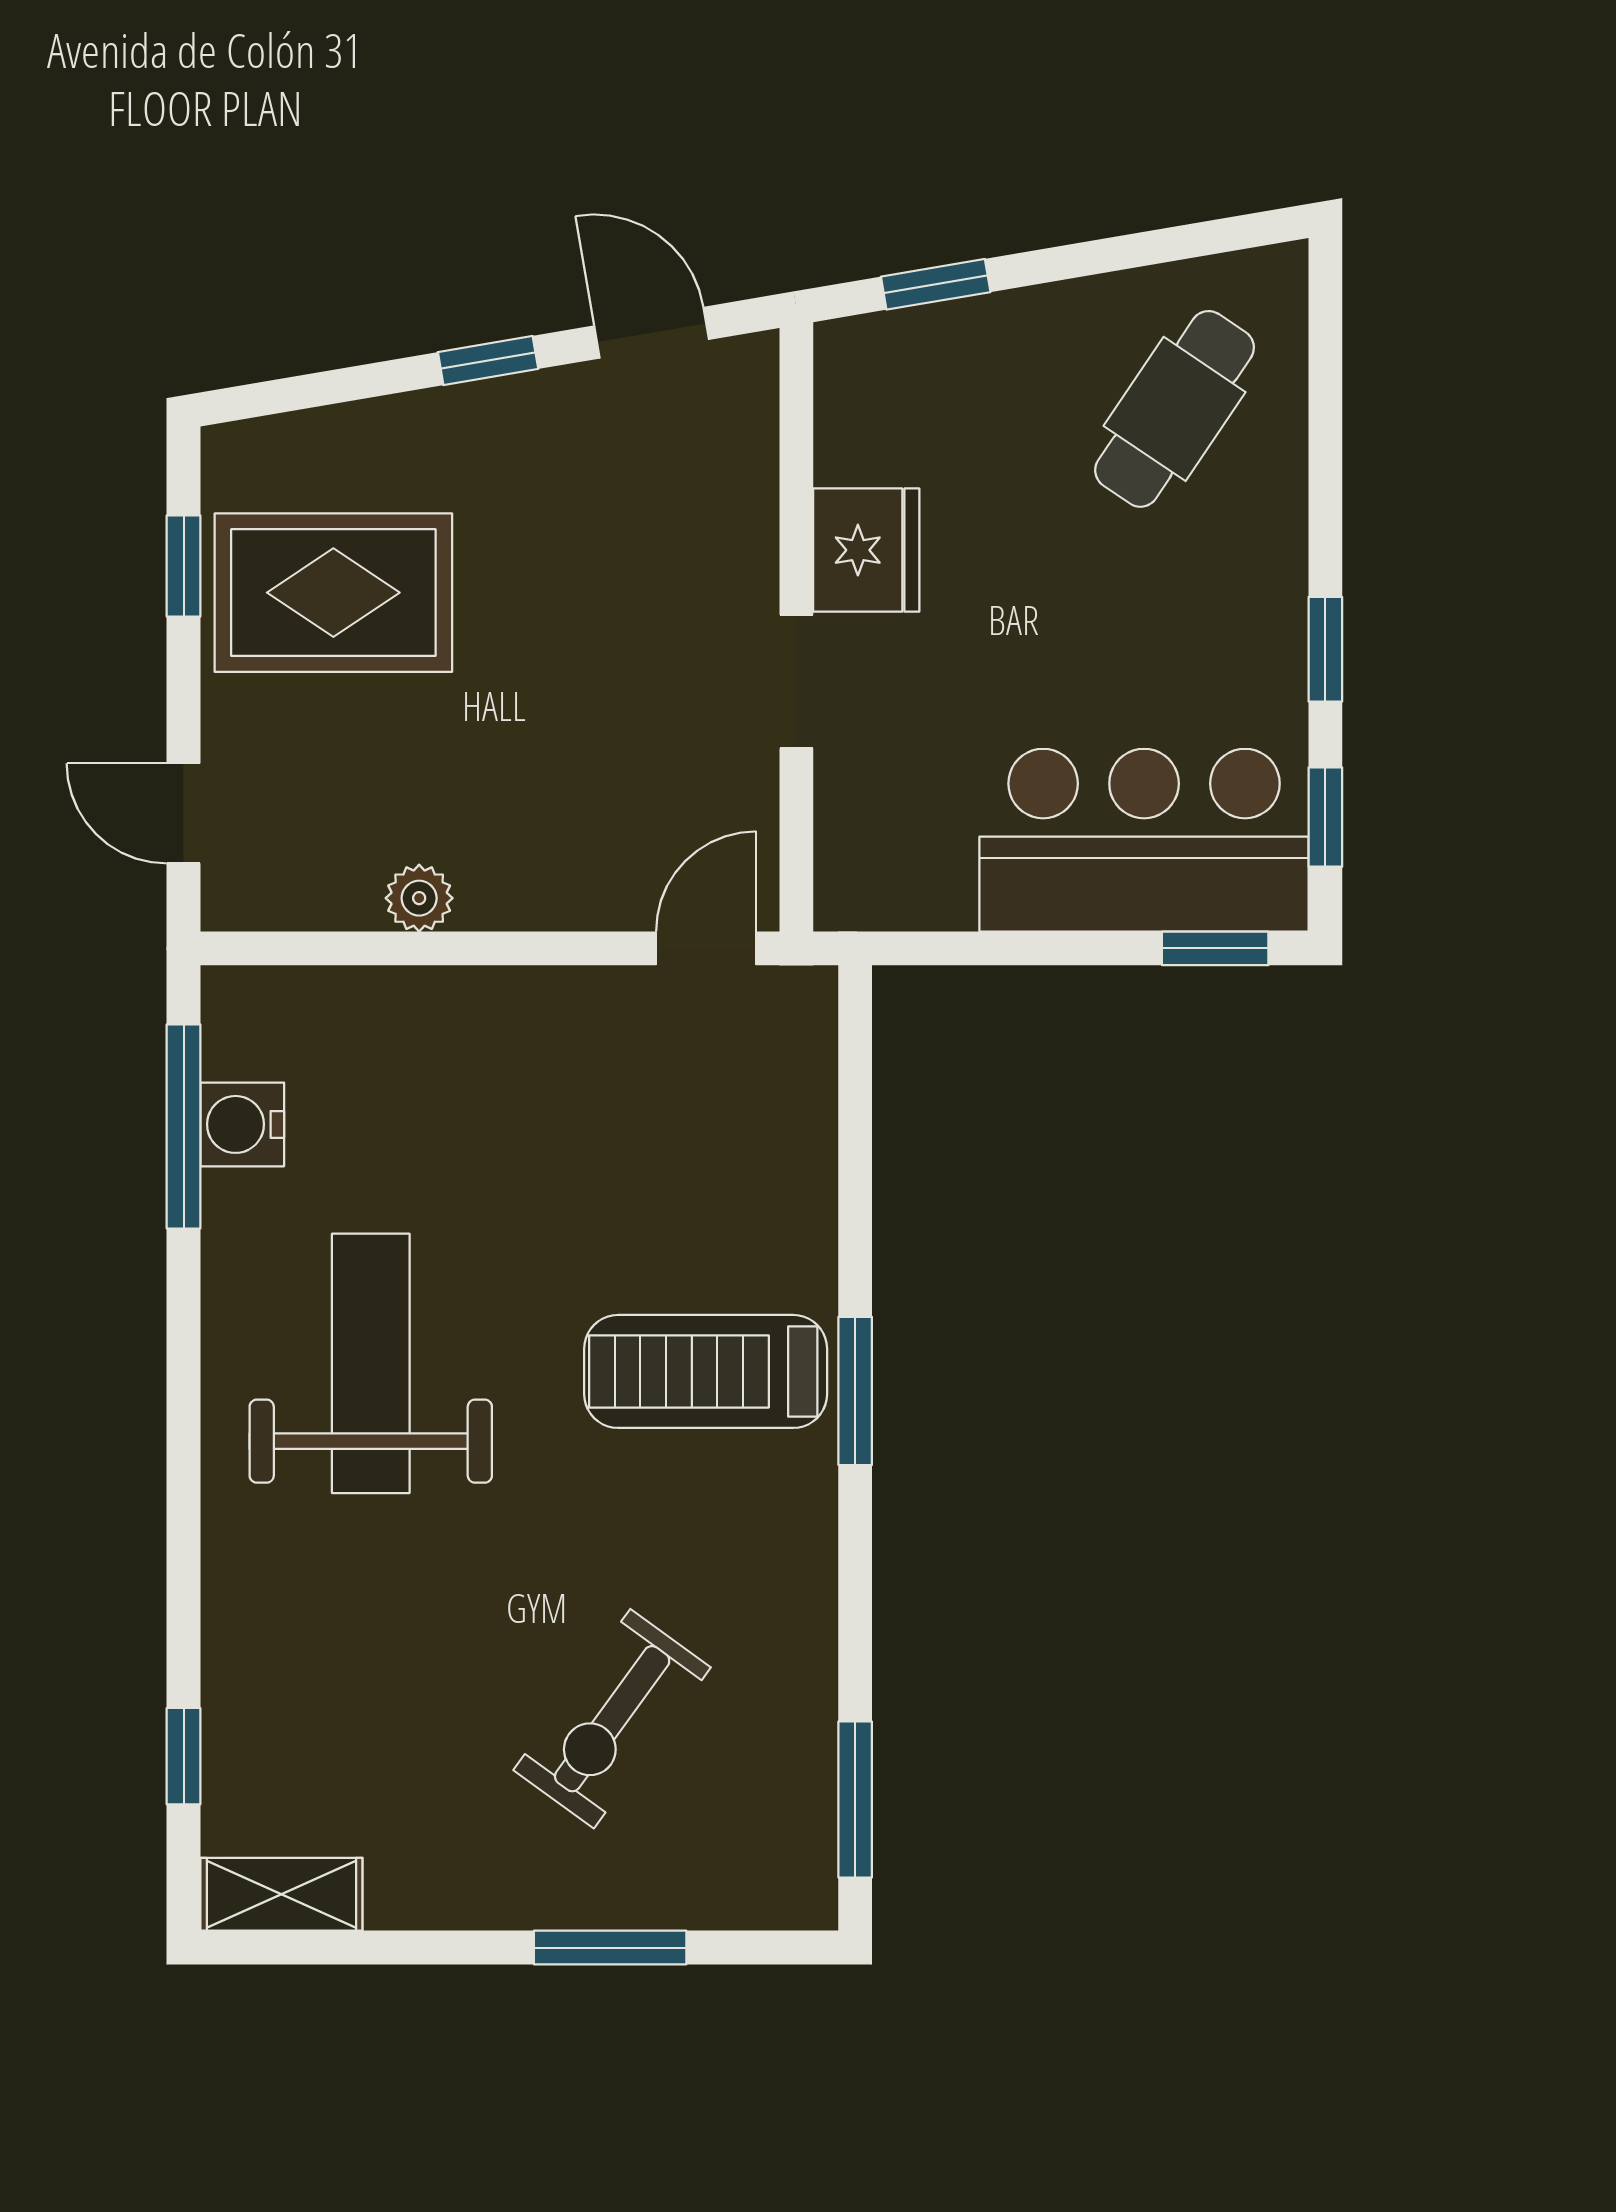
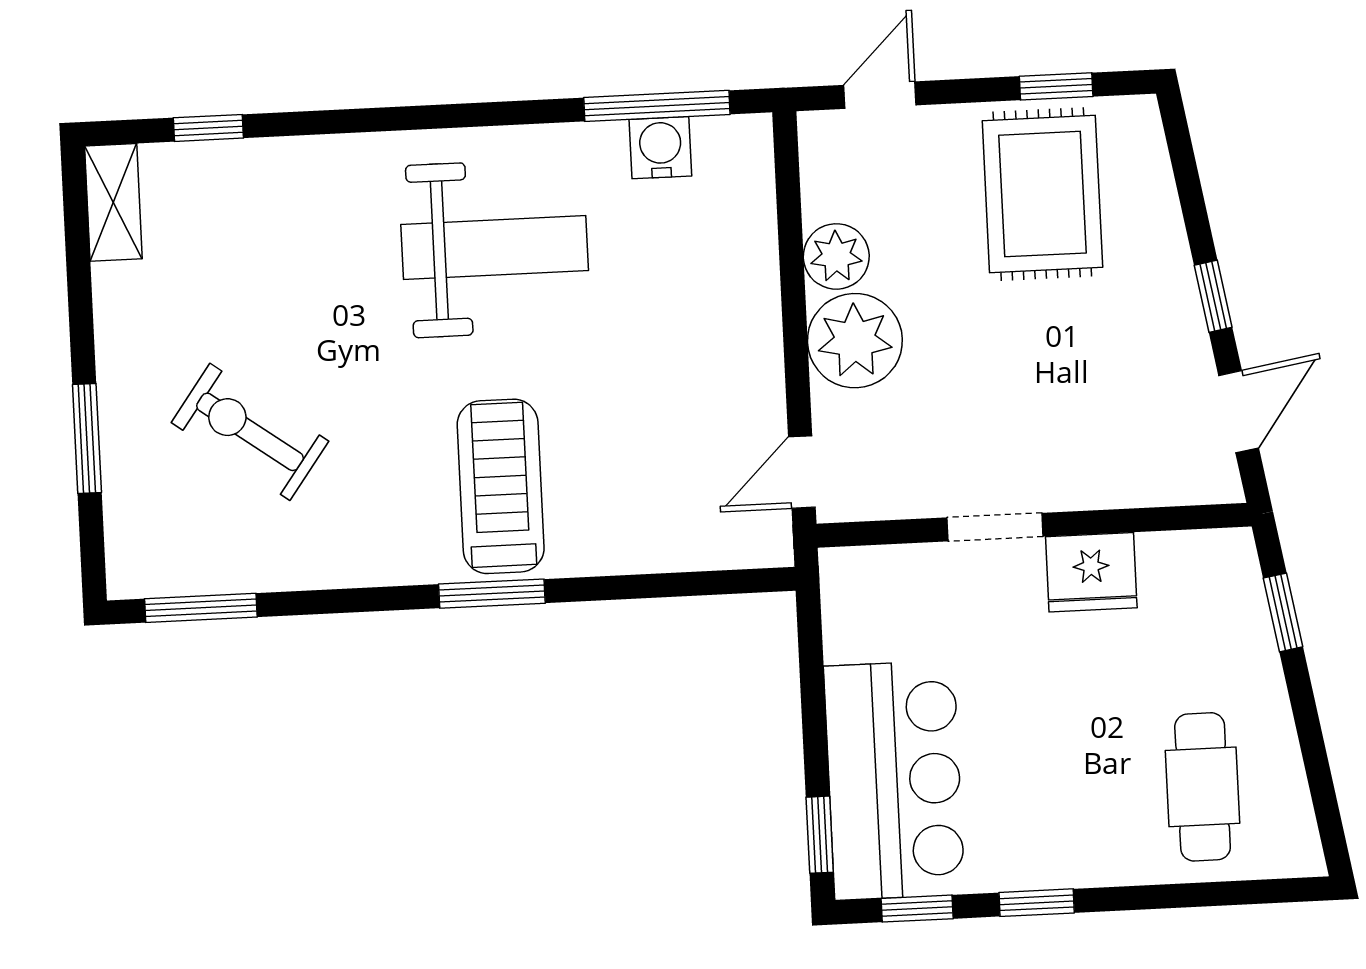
cafe table: (1175, 409) -> (1203, 787), turned 56
plant: (526, 865) -> (855, 341), added
plant: (419, 898) -> (836, 256), width x1.38, depth x1.38
door: (706, 948) -> (802, 472), swing flipped

